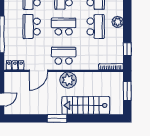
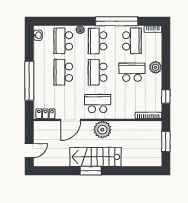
school desk: (64, 26) -> (98, 72), turned -90
school desk: (96, 26) -> (132, 72), turned -90
stairs: (86, 105) -> (95, 157), moved

